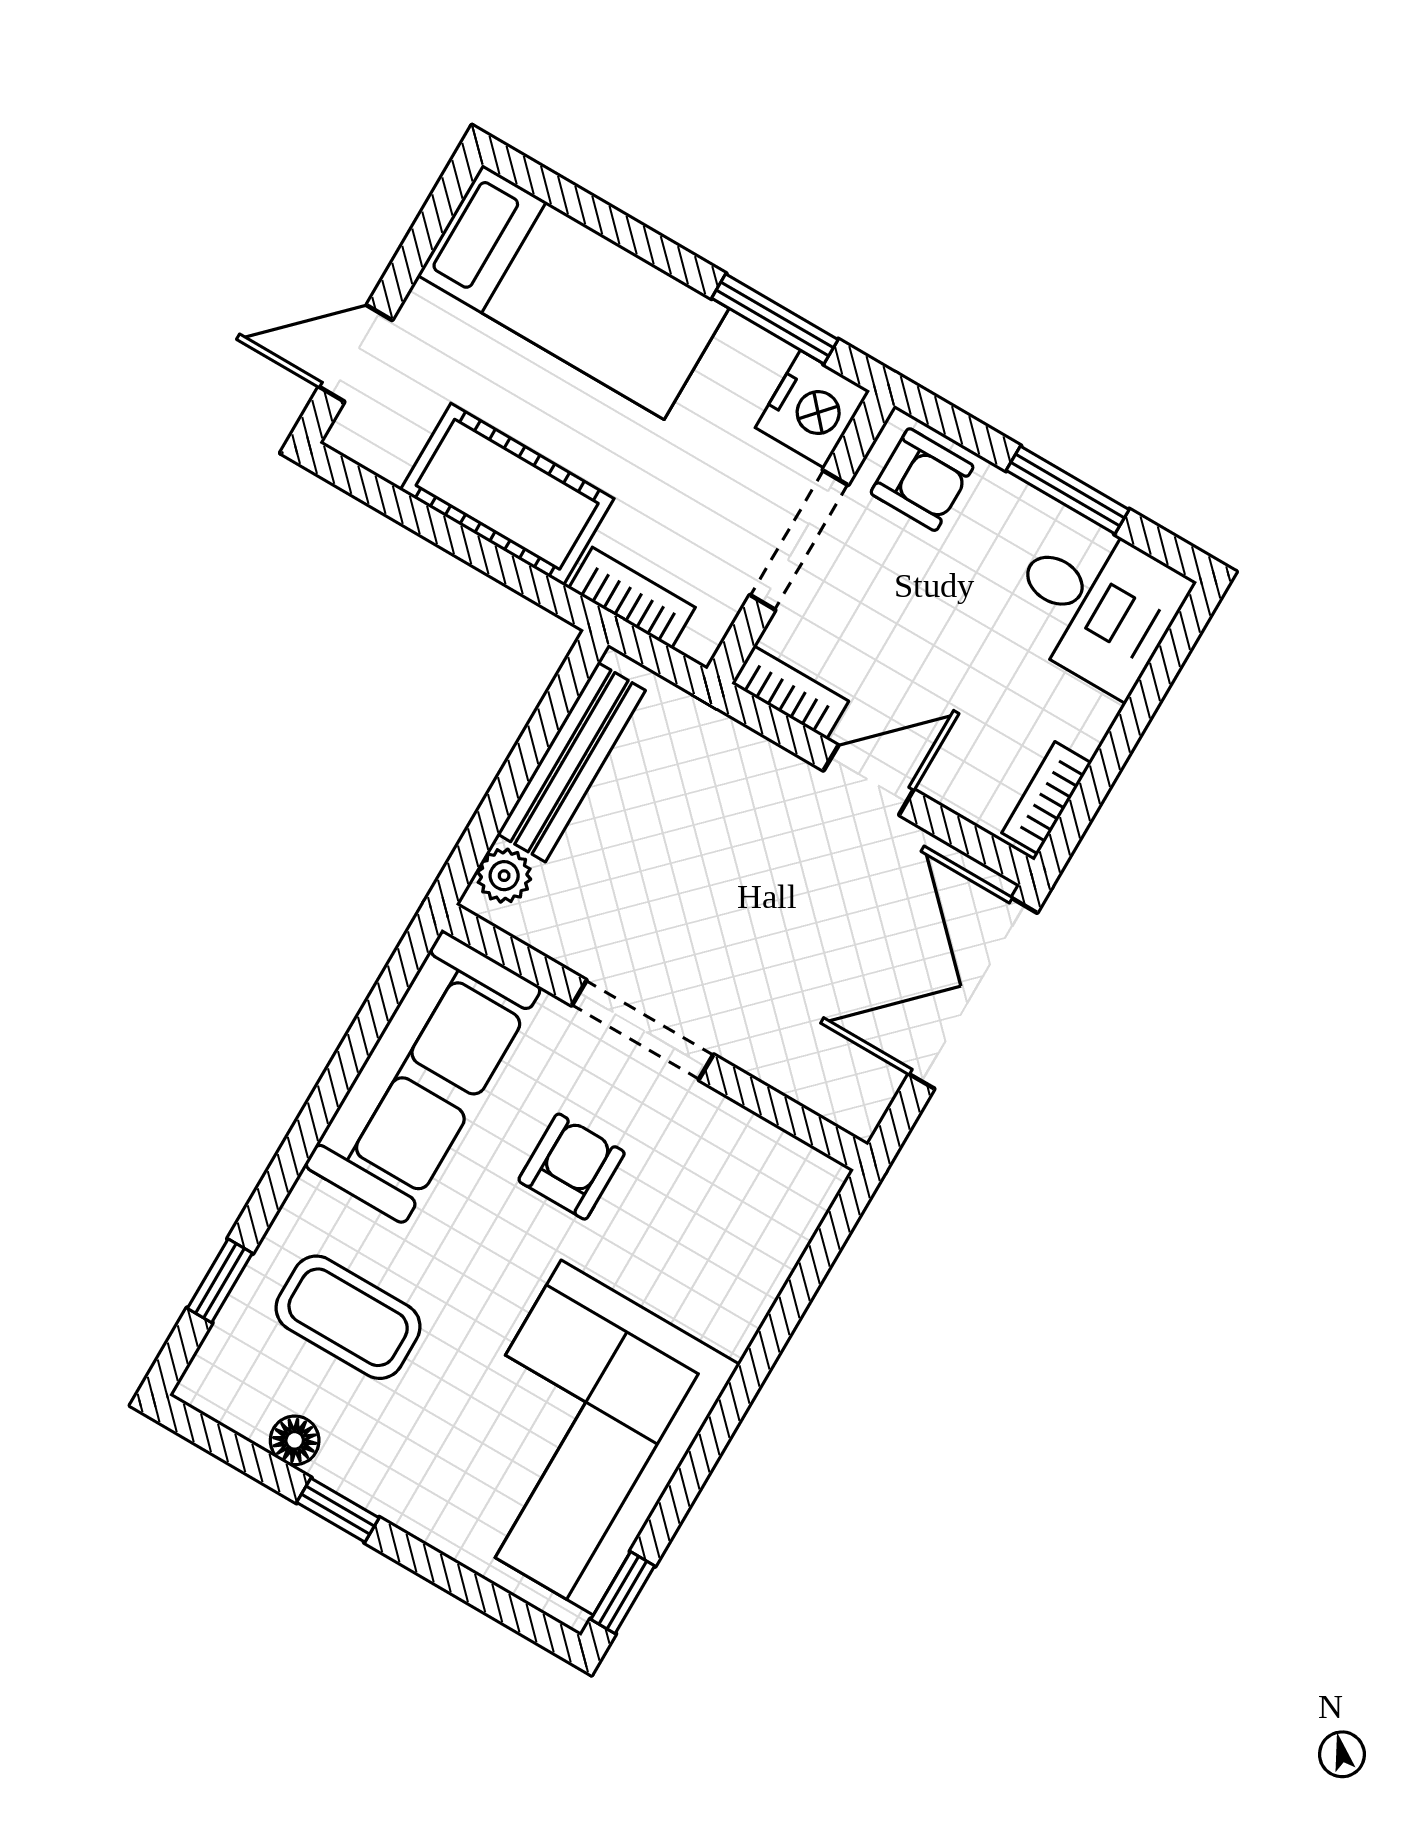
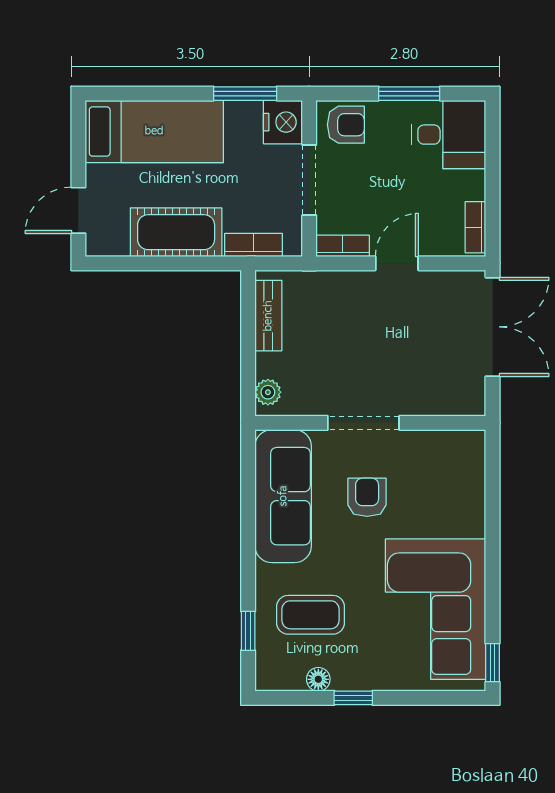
bench: (571, 762) -> (268, 316), width x0.73
double door: (973, 993) -> (493, 327), swing flipped

